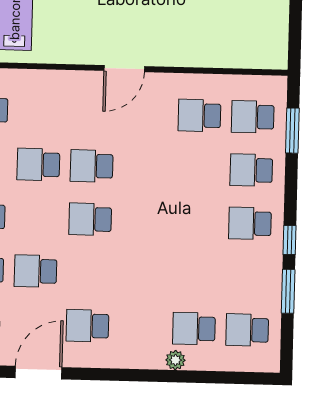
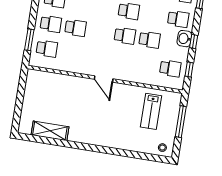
door: (124, 69) -> (104, 79), swing flipped
school desk: (199, 115) -> (75, 28), moved

